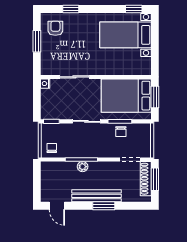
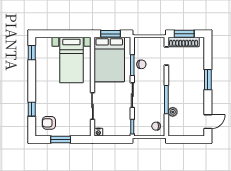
bed with nightstands: (126, 35) -> (71, 60), moved
plant: (83, 167) -> (173, 112), moved
bench: (97, 196) -> (199, 86), removed

